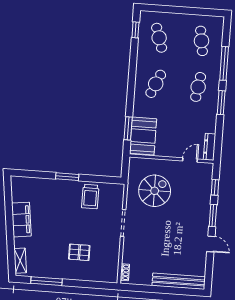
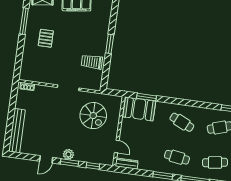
plant: (203, 218) -> (68, 154), added
pallet: (79, 252) -> (46, 38), moved

